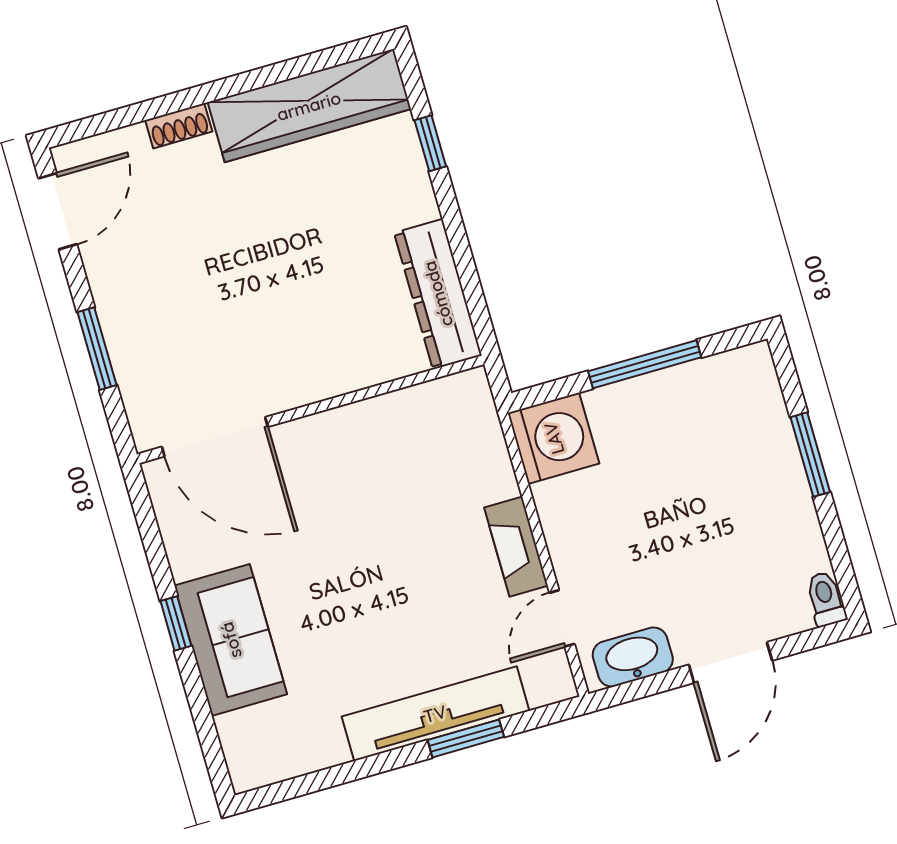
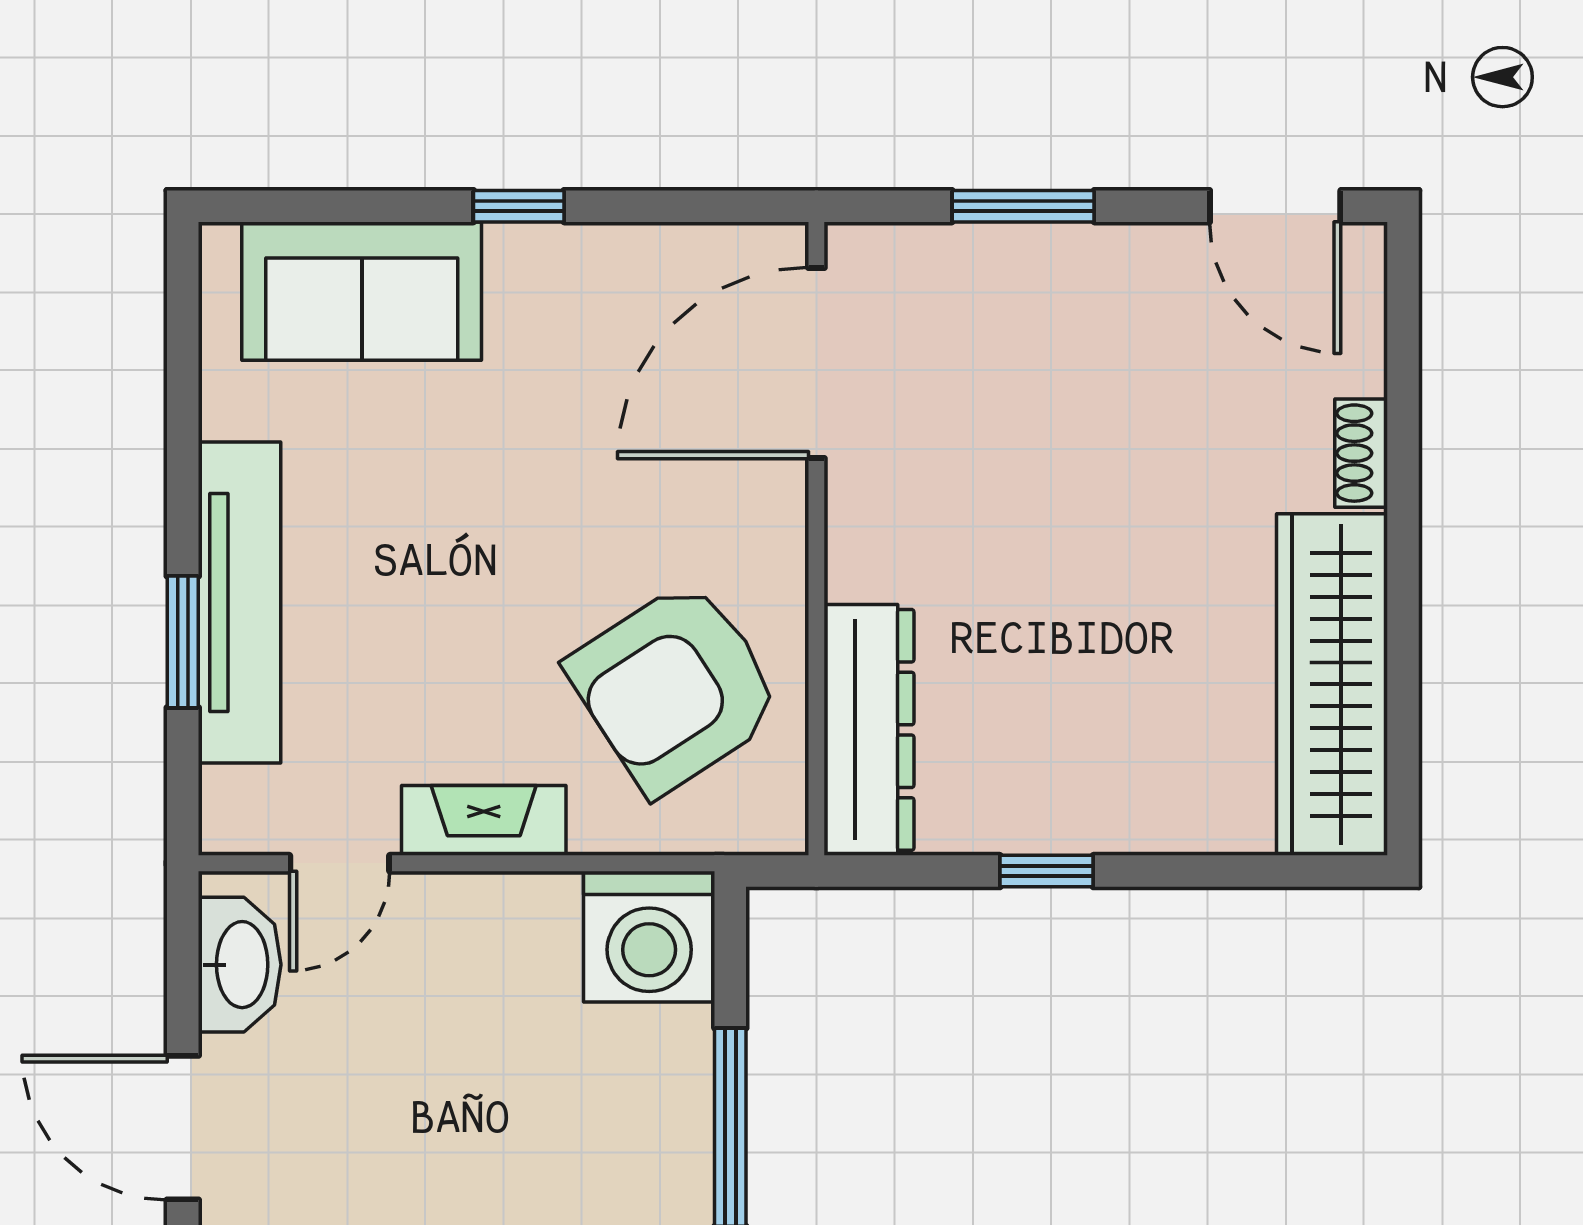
window: (430, 143) -> (1047, 871), moved
dresser: (438, 294) -> (869, 730), moved, turned 90
armchair: (414, 463) -> (675, 687), added
door: (562, 618) -> (340, 863), swing flipped
sofa: (231, 640) -> (362, 291), moved

